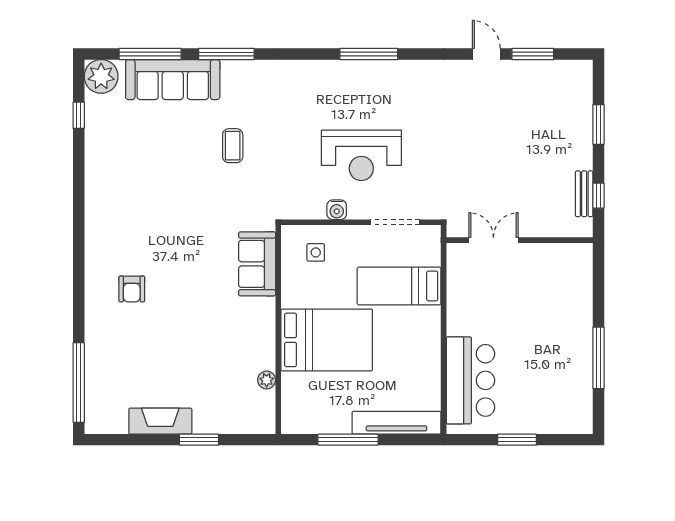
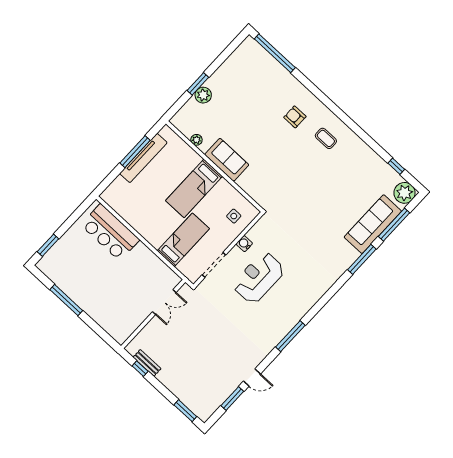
window: (369, 54) -> (290, 336), moved
window: (599, 124) -> (185, 411), moved
coffee table: (233, 146) -> (326, 138), moved
sofa: (257, 264) -> (227, 160), moved
bed: (327, 340) -> (194, 188), width x0.67
fireplace: (160, 421) -> (223, 74), removed
plant: (207, 421) -> (203, 95), added
tv unit: (396, 423) -> (143, 158), moved
window: (517, 440) -> (48, 245), moved

